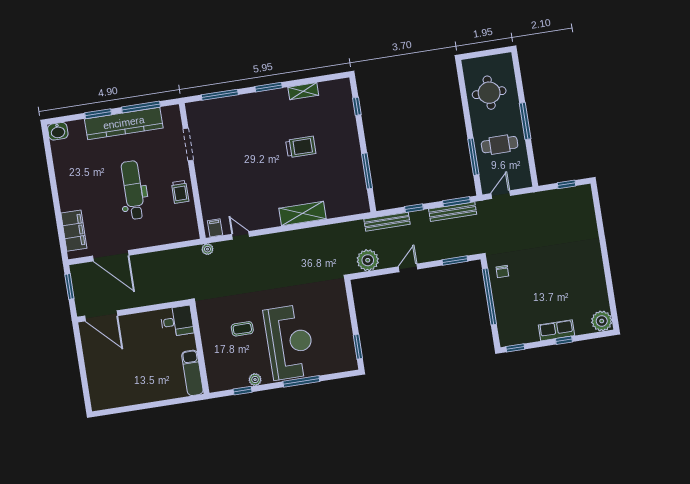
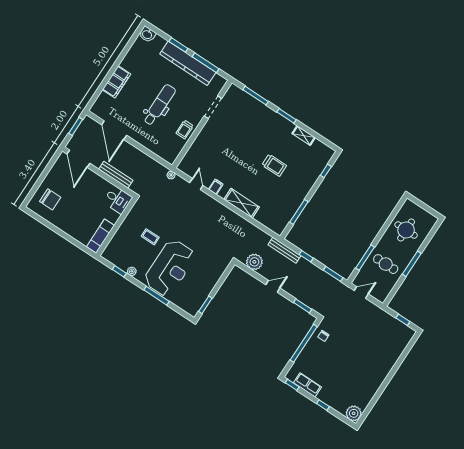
bench: (453, 212) -> (116, 175), moved
filing cabinet: (215, 228) -> (216, 187), moved
filing cabinet: (74, 231) -> (117, 82), moved
row of seats: (556, 330) -> (307, 385), moved
chair: (110, 382) -> (50, 199), added

